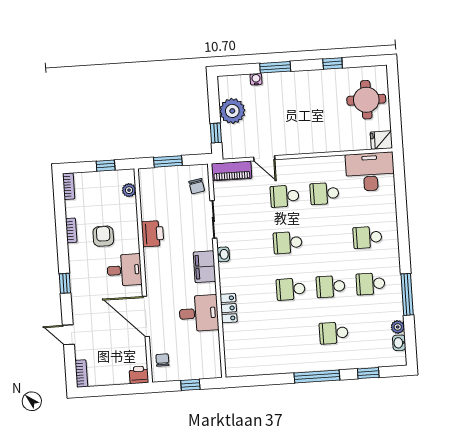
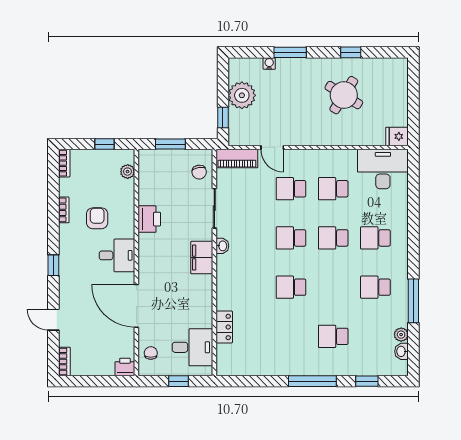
round table: (366, 100) -> (344, 95), moved, turned 32
school desk: (331, 286) -> (333, 238), moved
locker: (229, 308) -> (224, 327), moved
desk: (199, 313) -> (192, 347), moved

